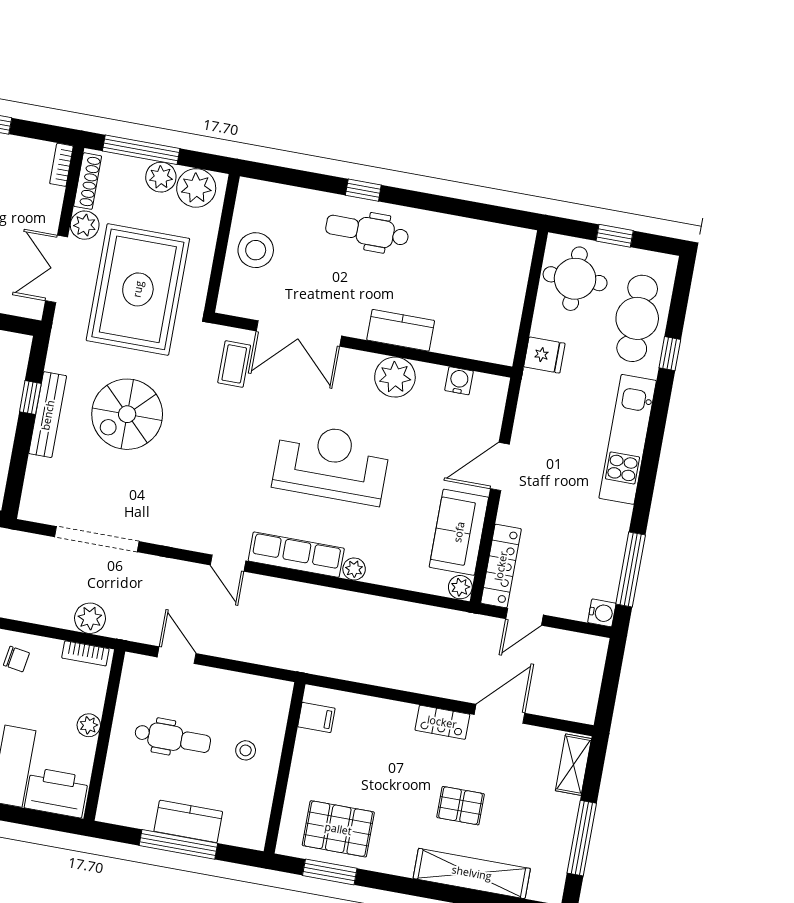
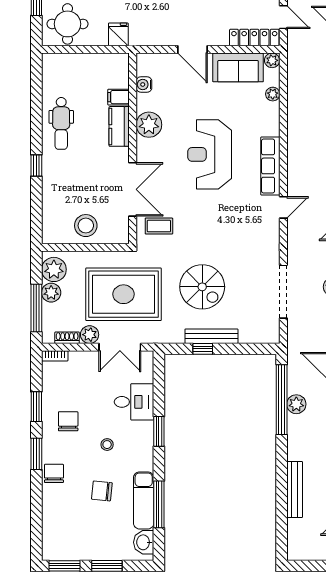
shoe rack: (88, 181) -> (67, 338), width x0.70
dental chair: (367, 231) -> (61, 123), moved
filing cabinet: (447, 338) -> (119, 97), added
plant: (354, 569) -> (273, 94), moved

